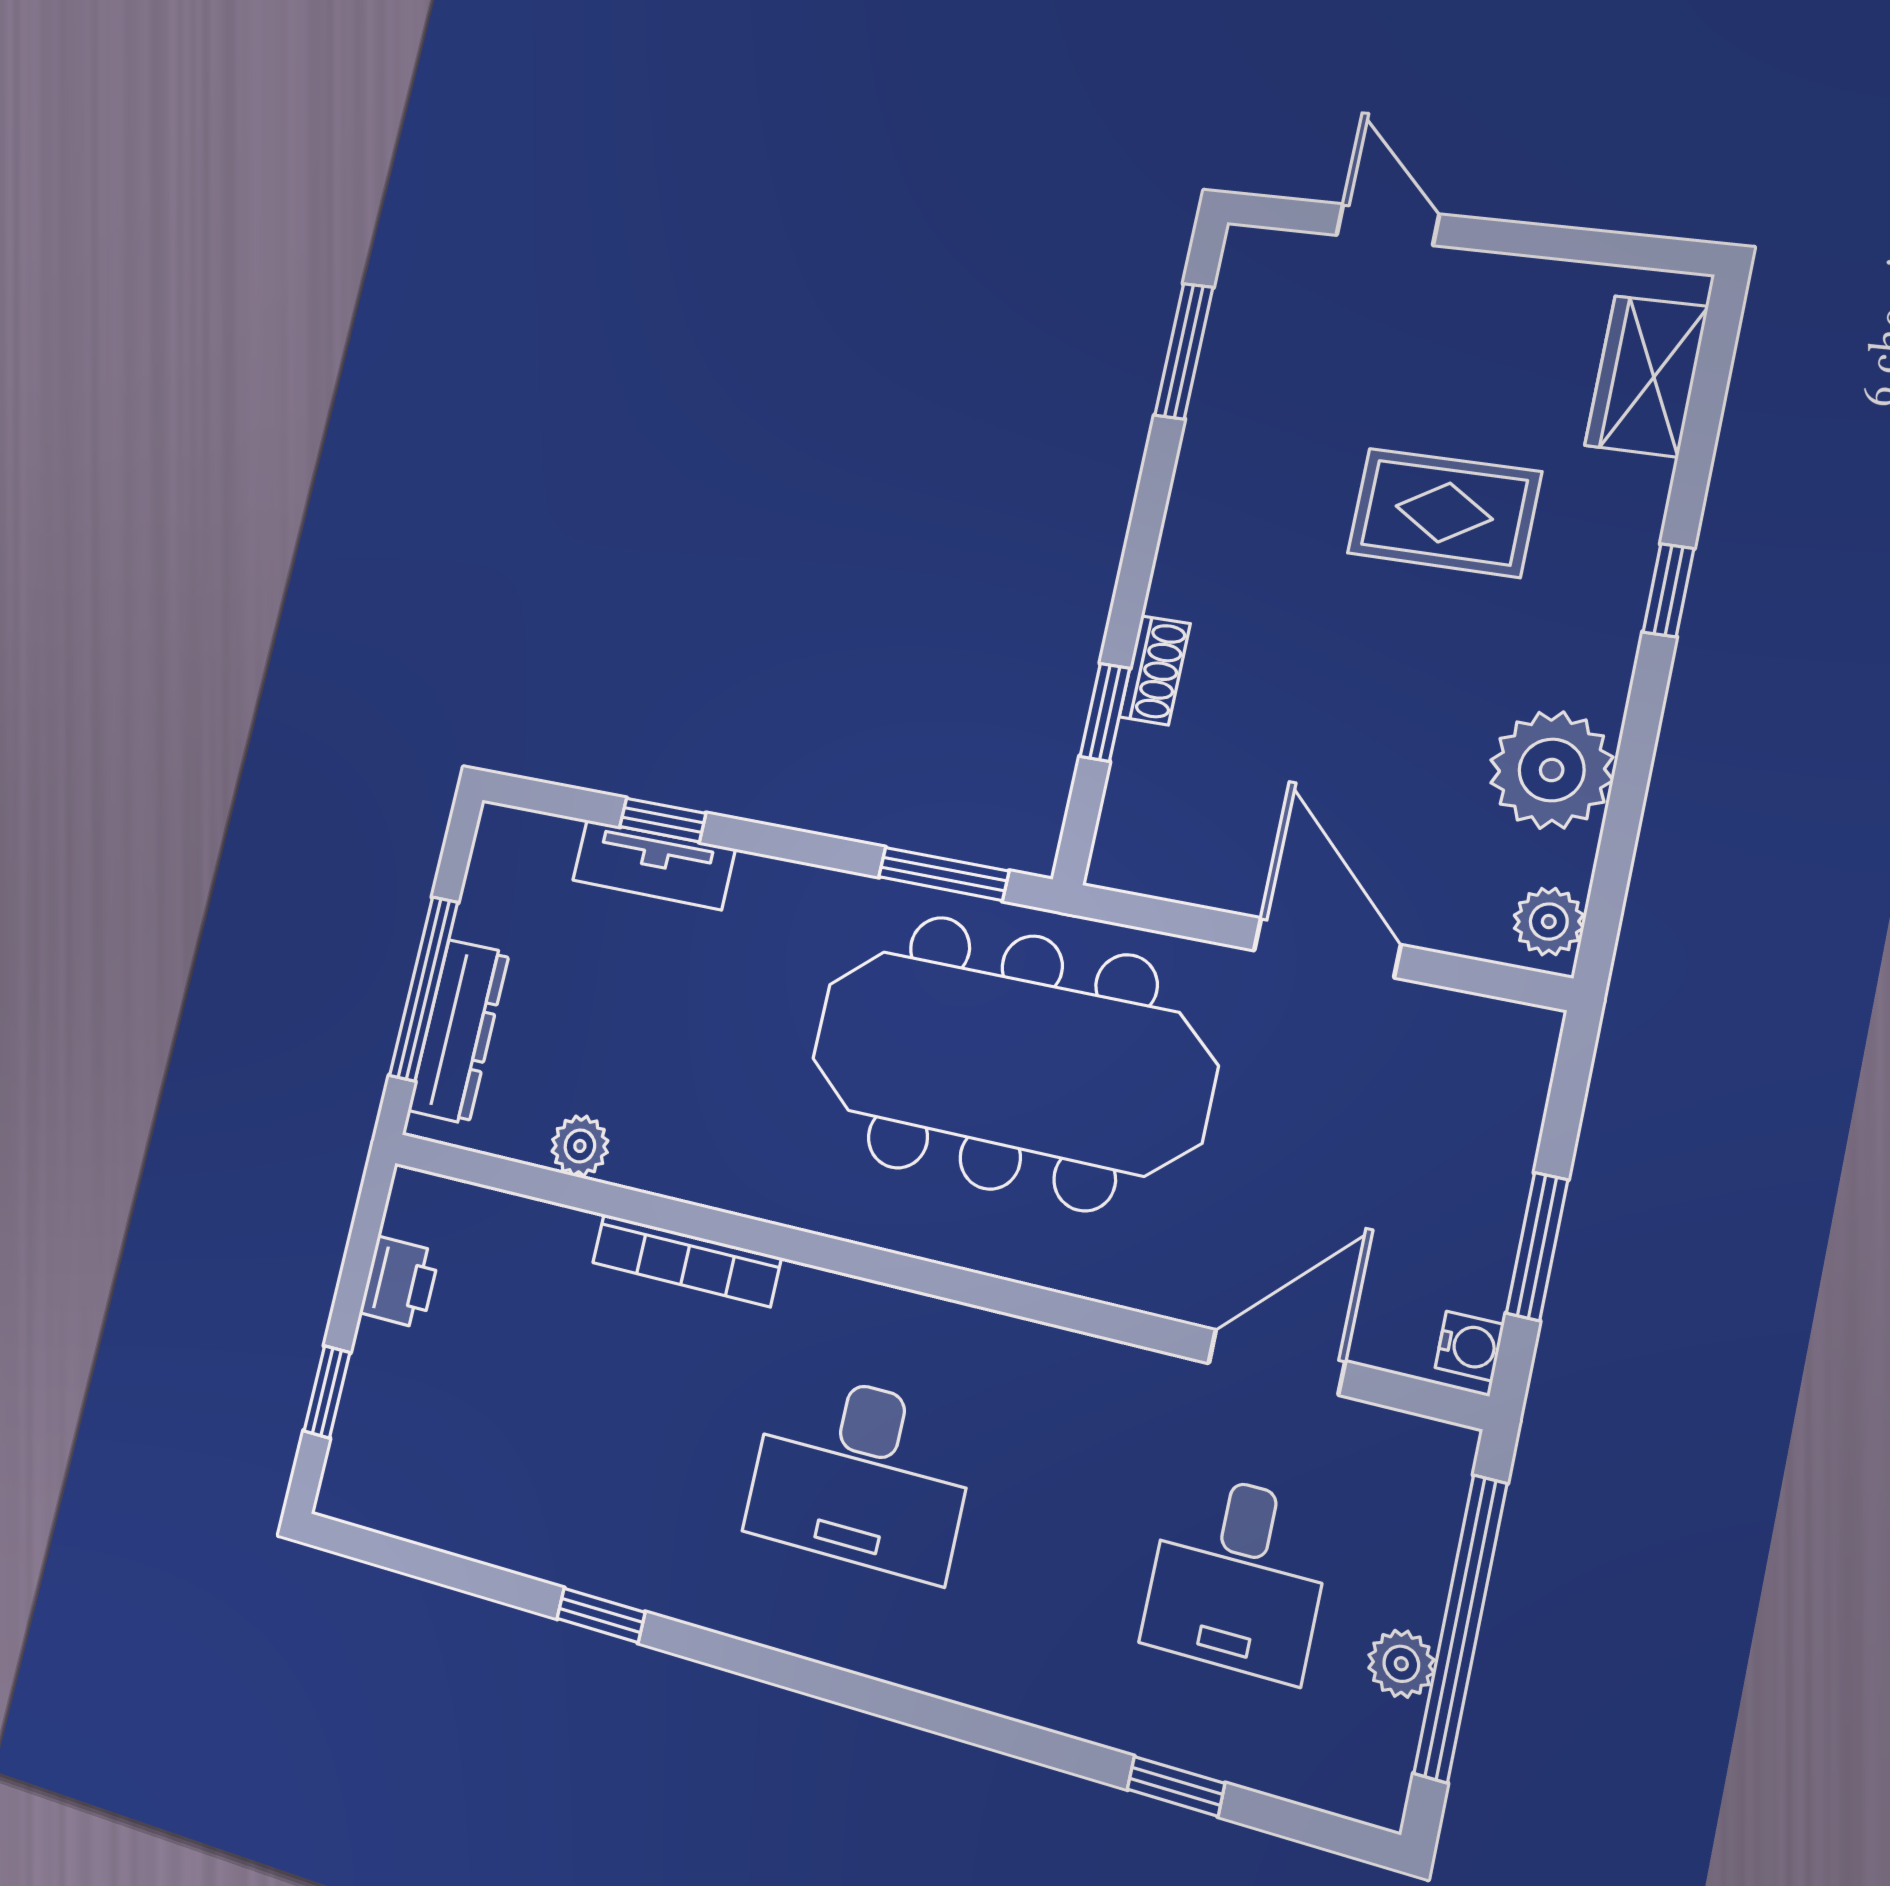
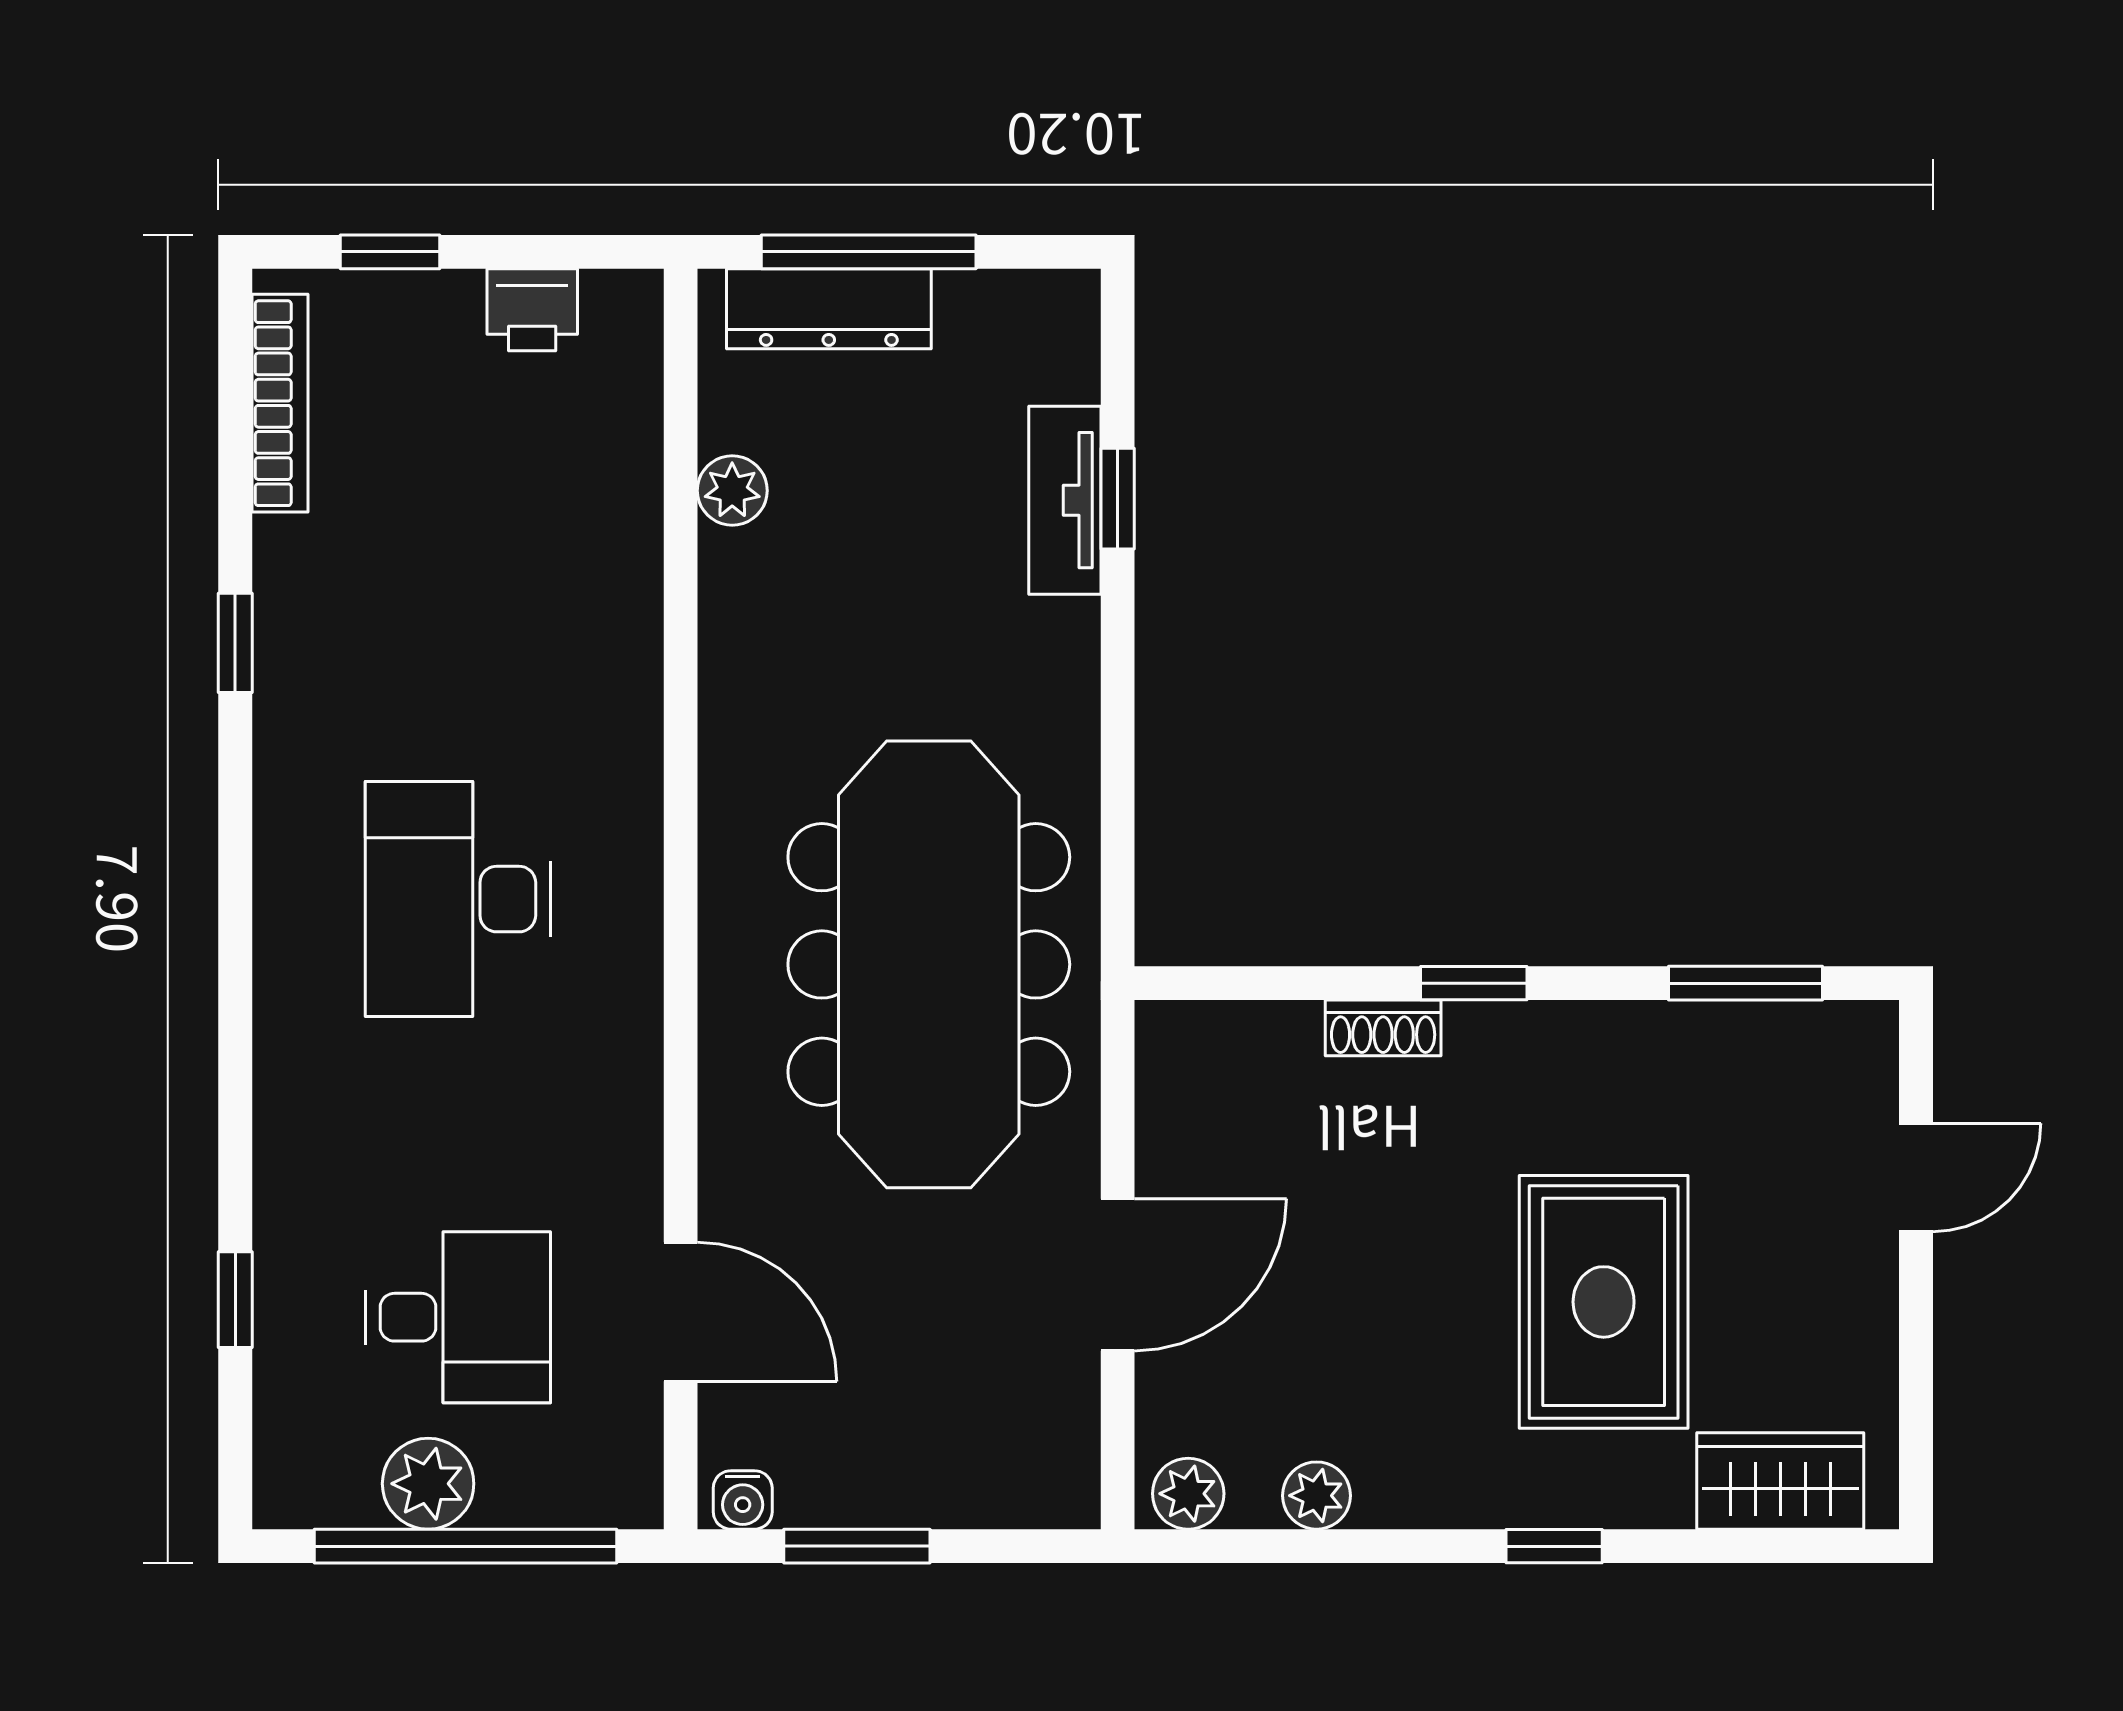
rug: (1444, 513) -> (1604, 1302), width x1.36, depth x1.43
window: (1105, 712) -> (1474, 983), moved
plant: (1552, 770) -> (1316, 1496), width x0.53, depth x0.53
window: (944, 874) -> (1118, 842), removed
bookcase: (686, 1260) -> (280, 403), moved, turned 180
desk: (1237, 1576) -> (458, 1317), turned 180
plant: (1401, 1664) -> (428, 1484), width x1.38, depth x1.38

